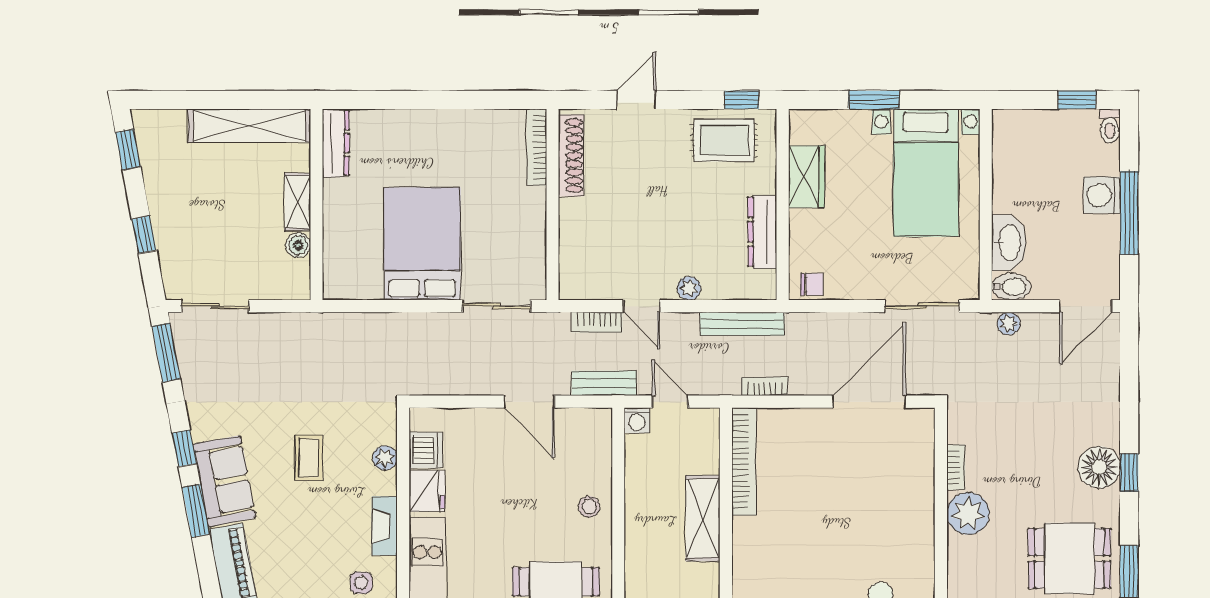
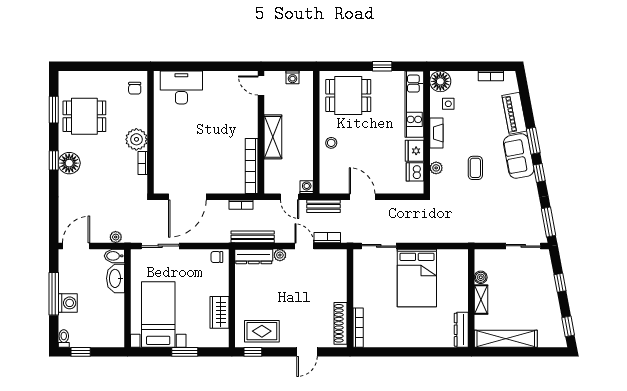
dresser: (762, 232) -> (254, 256), moved, turned 90

